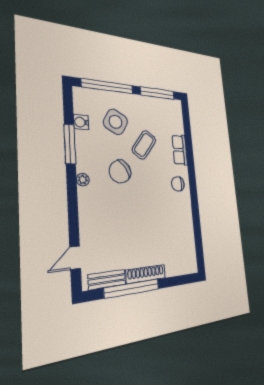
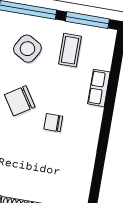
coffee table: (144, 145) -> (70, 50), moved, turned -37
chair: (178, 184) -> (53, 123), moved

